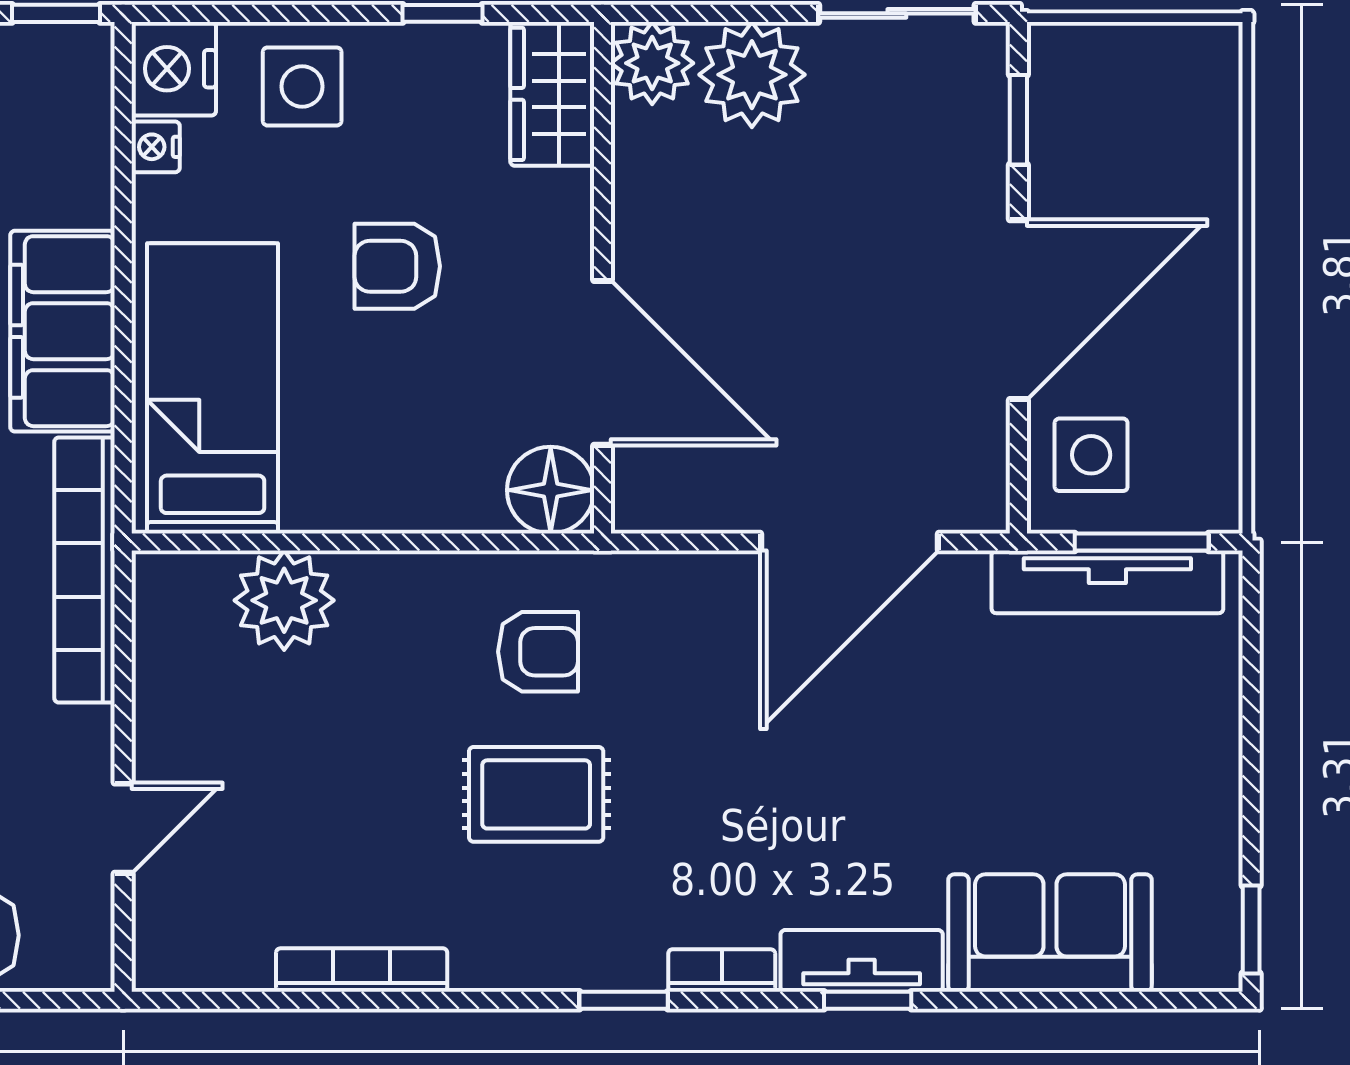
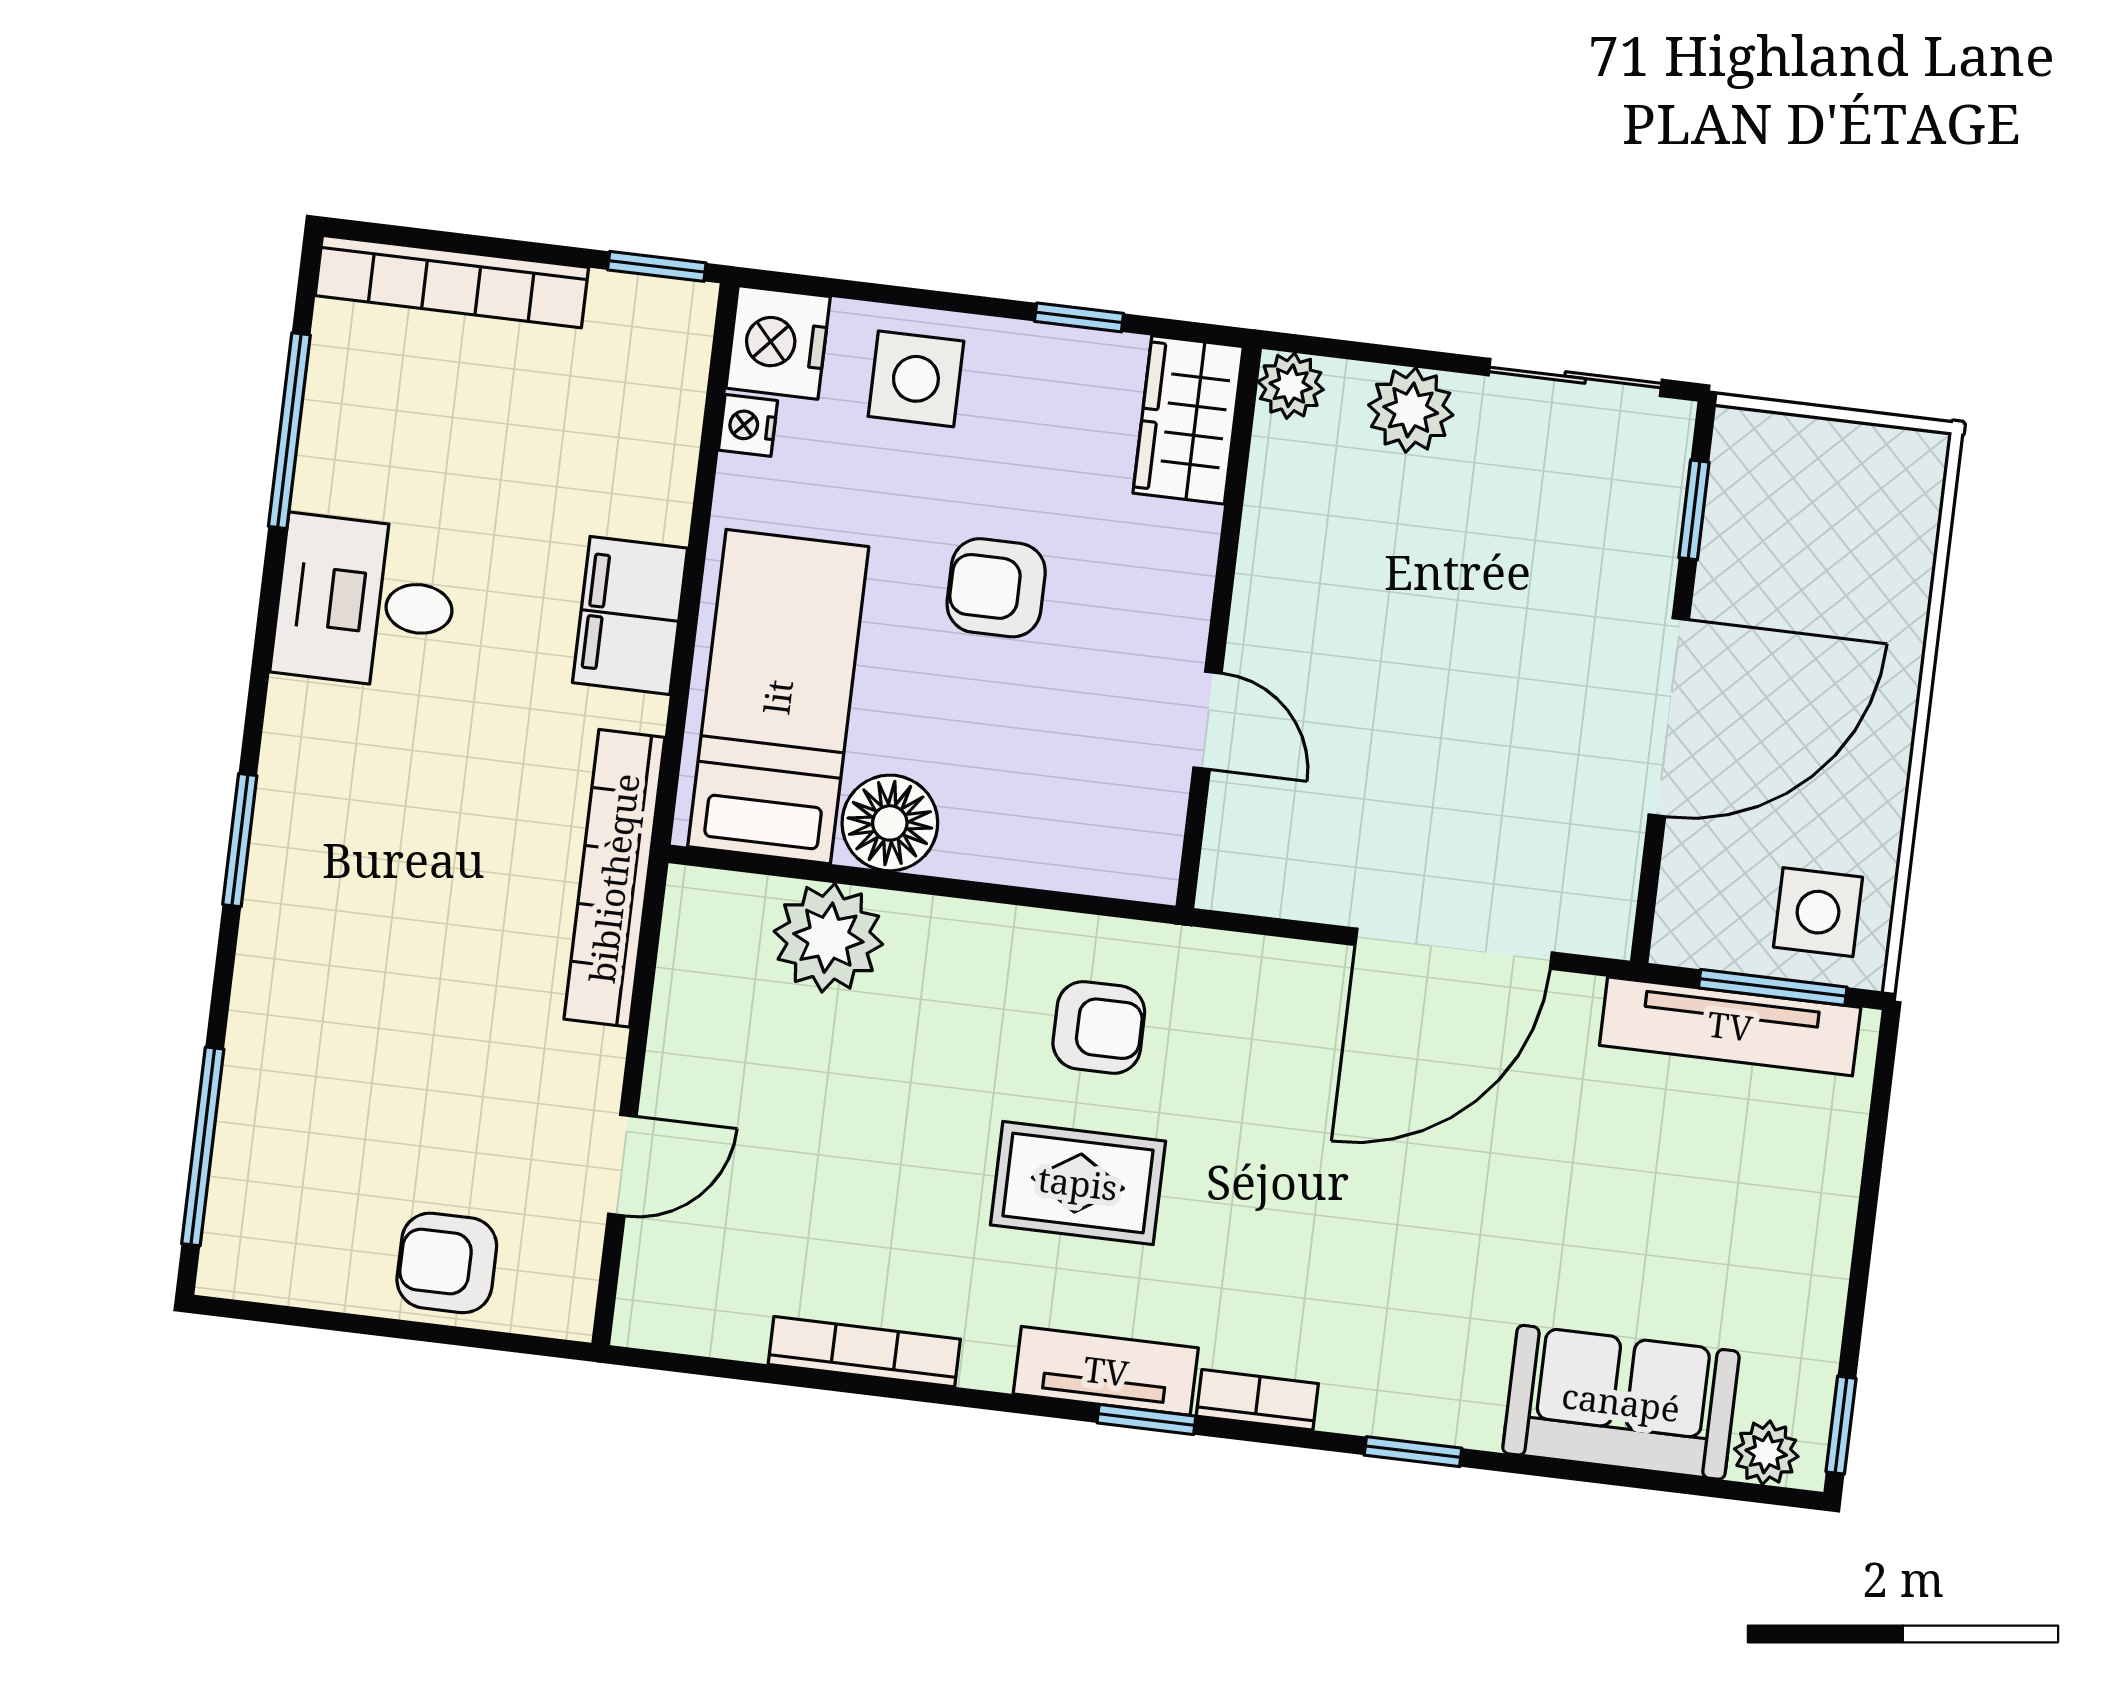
plant: (652, 63) -> (1291, 386), width x0.73, depth x0.73
plant: (752, 75) -> (1411, 410), width x0.73, depth x0.73
filing cabinet: (63, 331) -> (630, 615), width x0.67, depth x0.86
door: (602, 363) -> (1207, 720), width x0.53
side table: (1091, 455) -> (1818, 912), moved
floor lamp: (551, 490) -> (890, 823), moved
tv unit: (862, 961) -> (1106, 1371), moved
plant: (1187, 963) -> (1766, 1453), added

